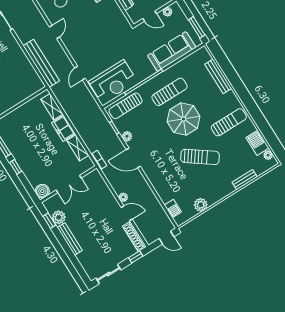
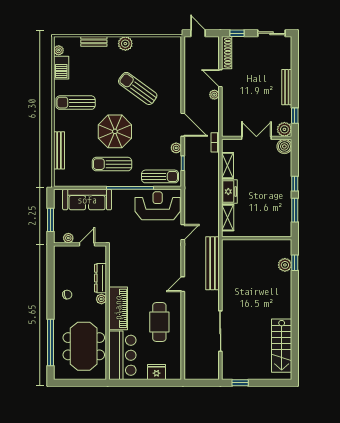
door: (150, 16) -> (87, 244), hinge flipped
window: (197, 27) -> (51, 220), moved
sun lounger: (200, 157) -> (138, 88), moved
plant: (201, 205) -> (125, 44), moved
barbecue: (173, 208) -> (176, 56), removed
plant: (59, 217) -> (284, 129), moved

